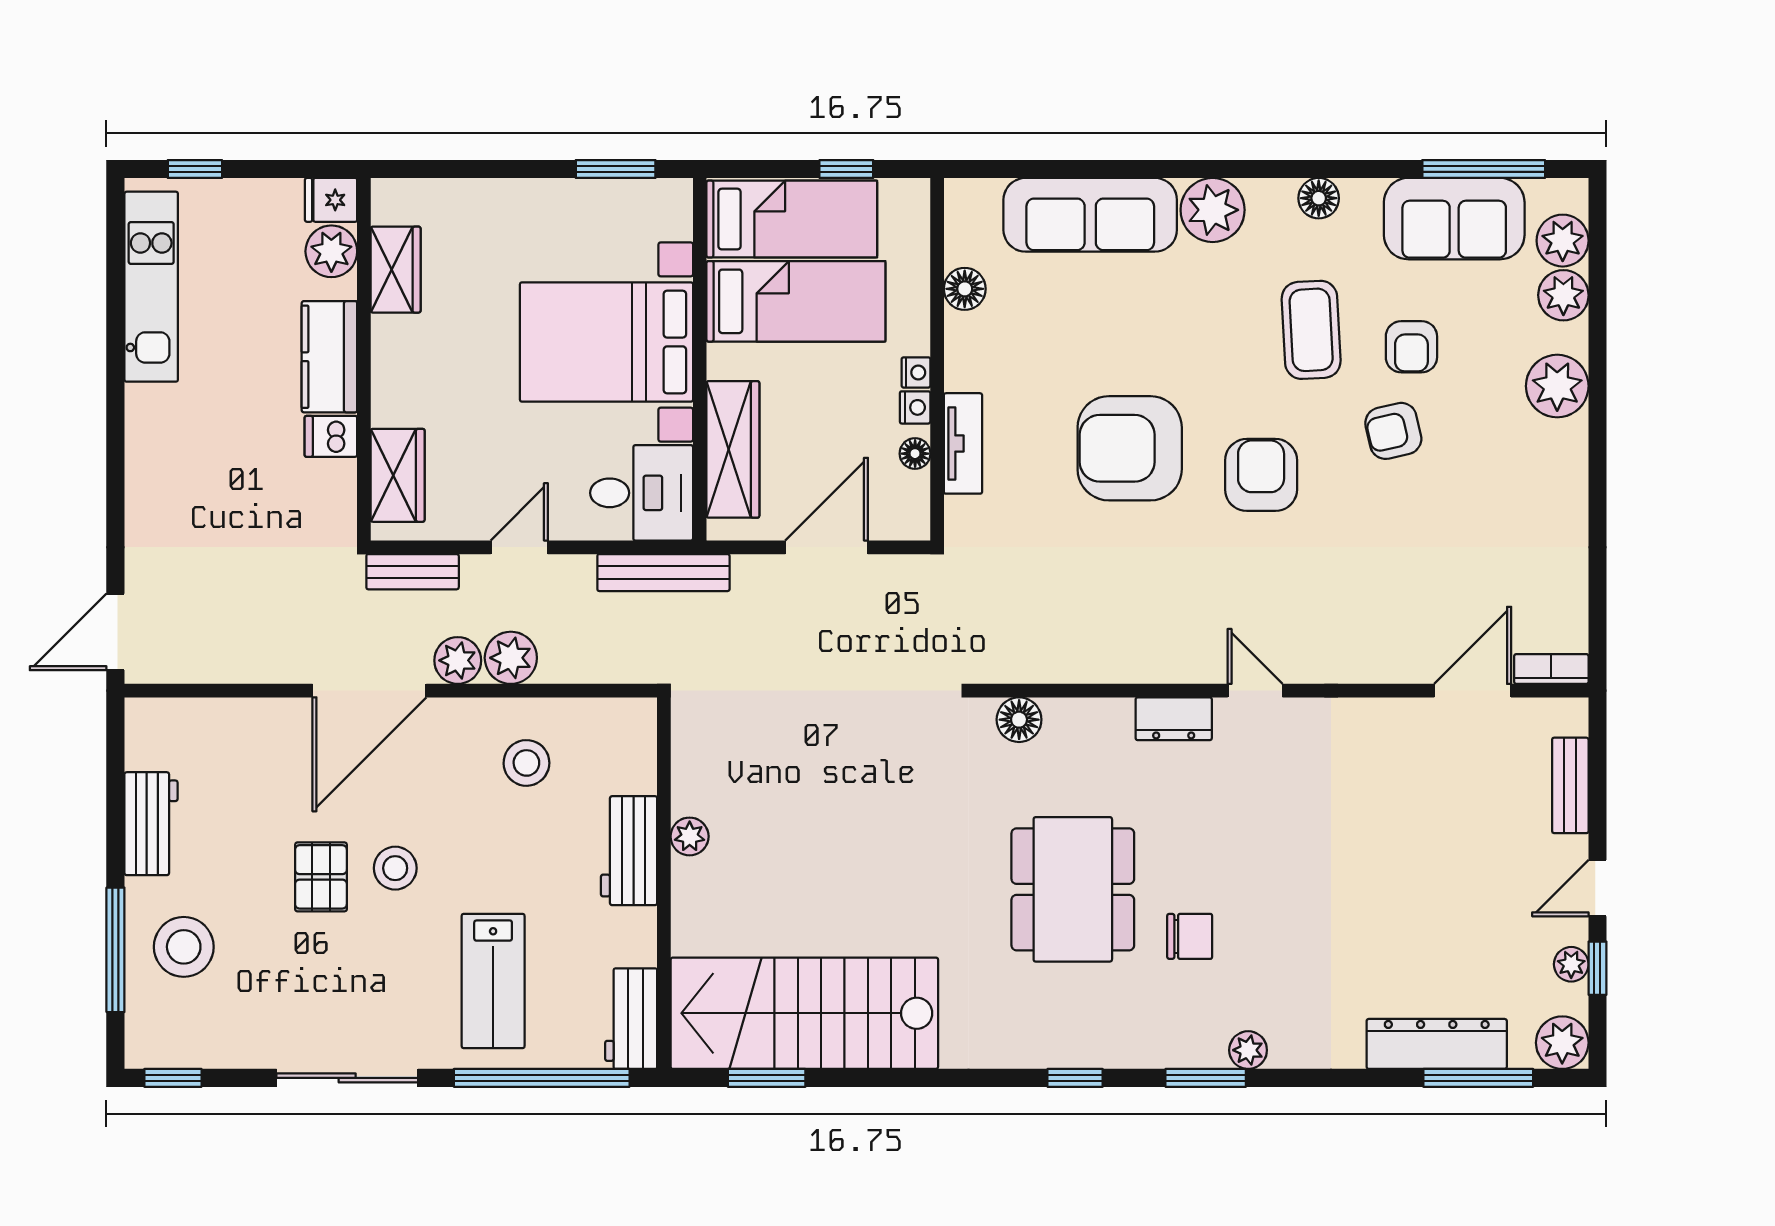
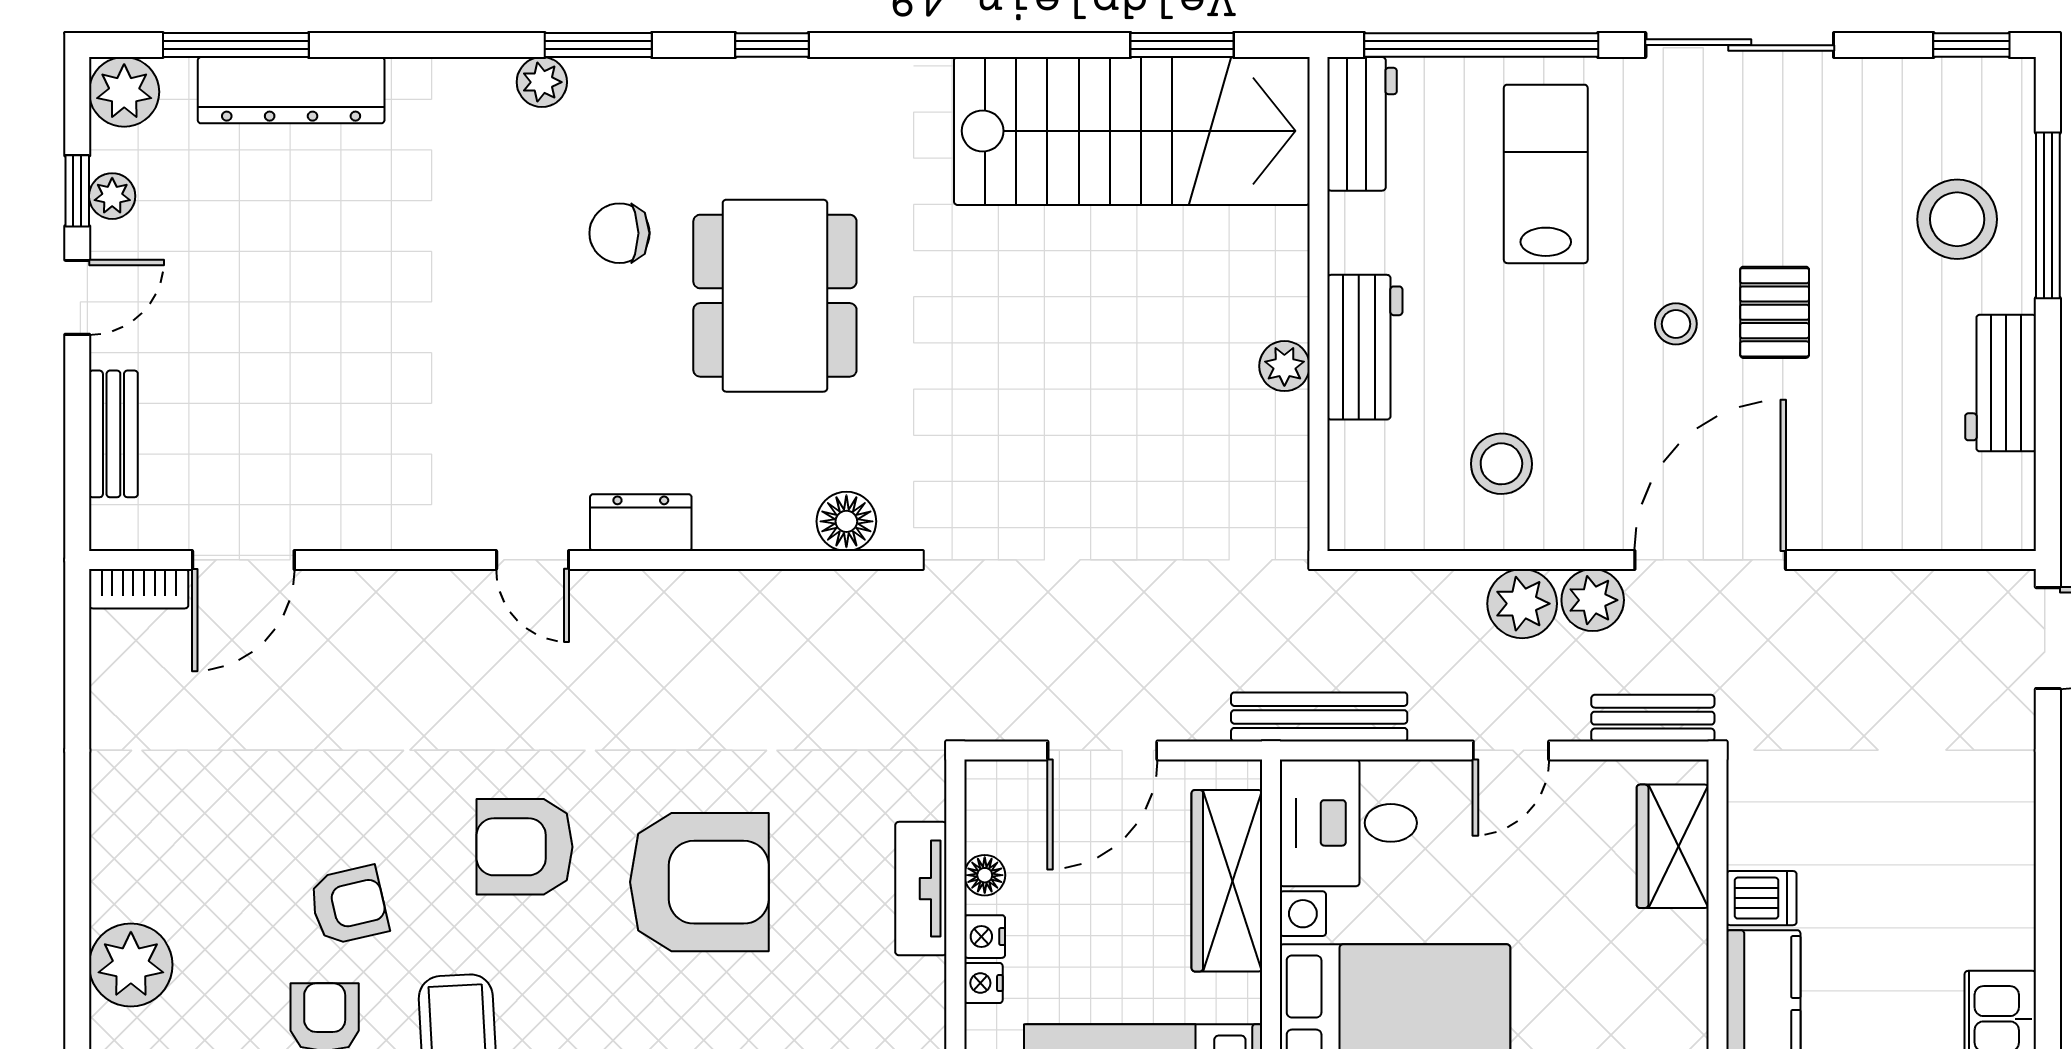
armchair: (1261, 475) -> (525, 847), turned 90
stool: (395, 868) -> (1676, 324), width x0.73, depth x0.73

